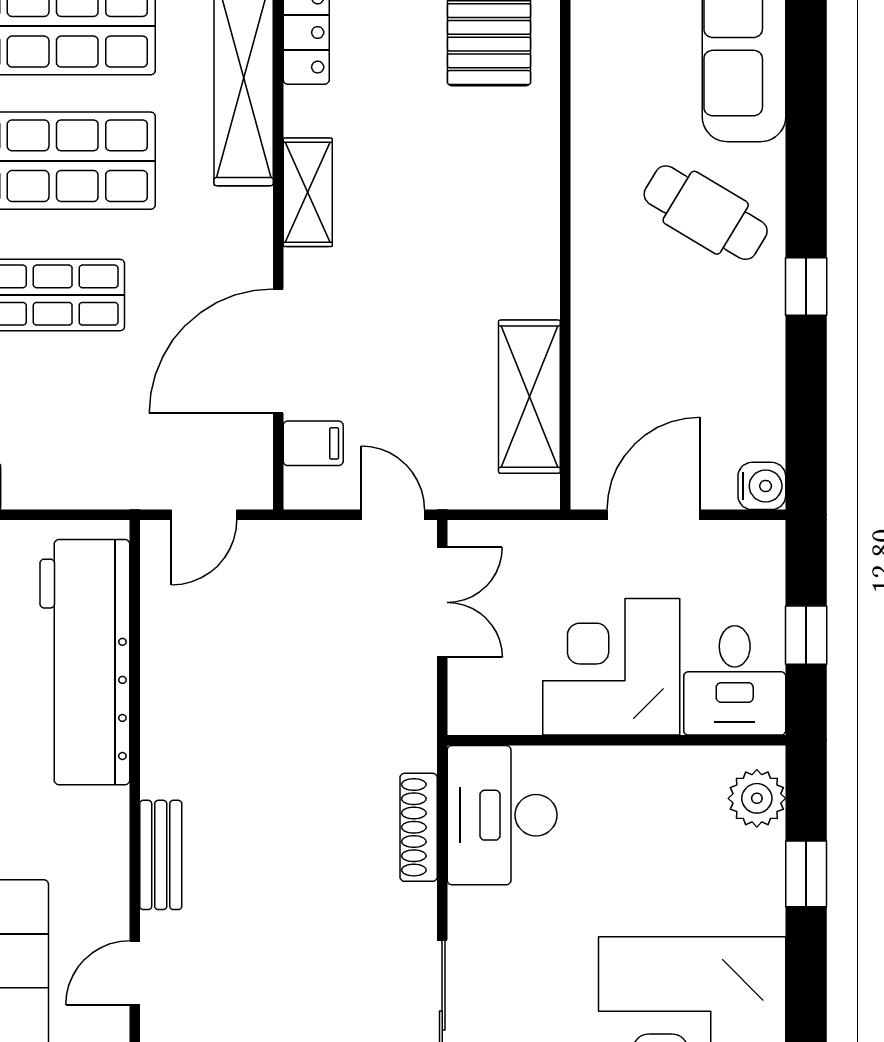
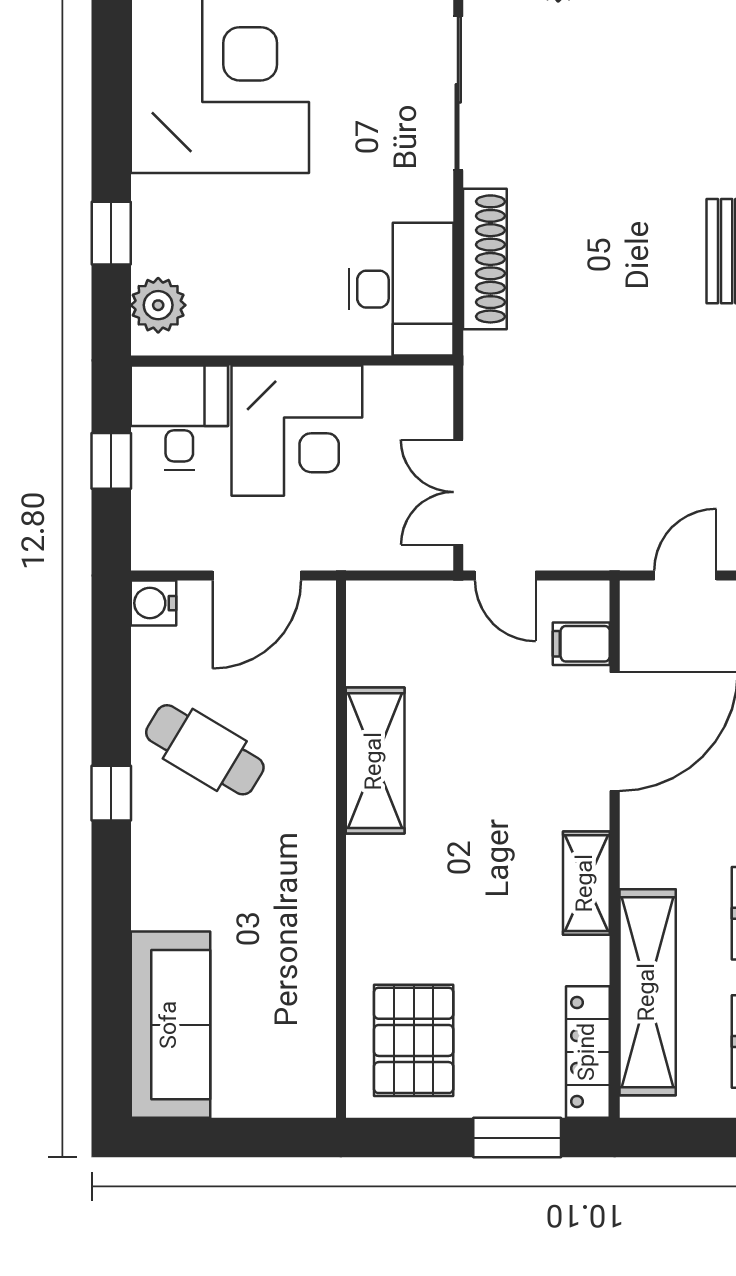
cafe table: (706, 213) -> (205, 750), moved
shelving: (529, 397) -> (375, 761), moved
shoe rack: (419, 827) -> (485, 259), width x1.36, depth x1.24

